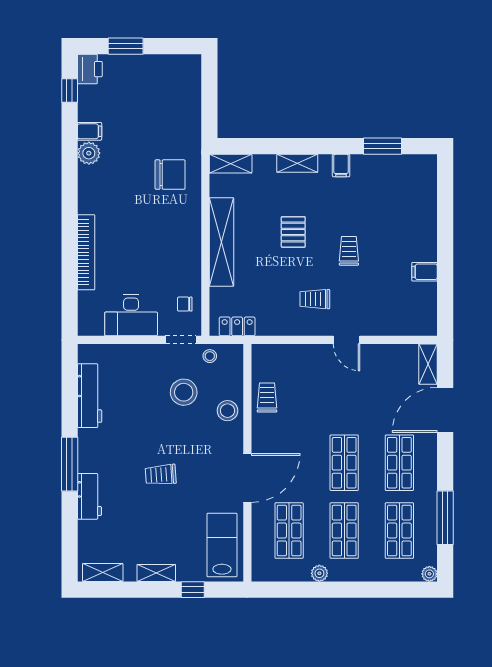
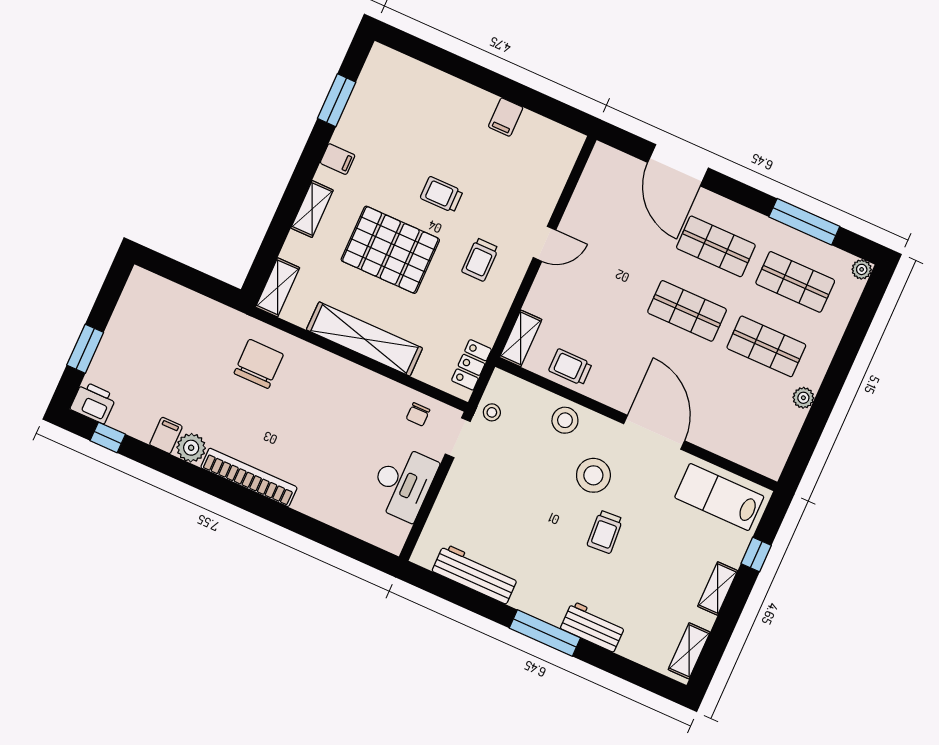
pallet: (293, 232) -> (390, 250), width x2.05, depth x2.00
bookcase: (86, 252) -> (249, 477), moved
shelving: (428, 364) -> (521, 338), moved, turned 90
stool: (184, 392) -> (593, 475), moved
shop shelf: (289, 531) -> (737, 411), removed

